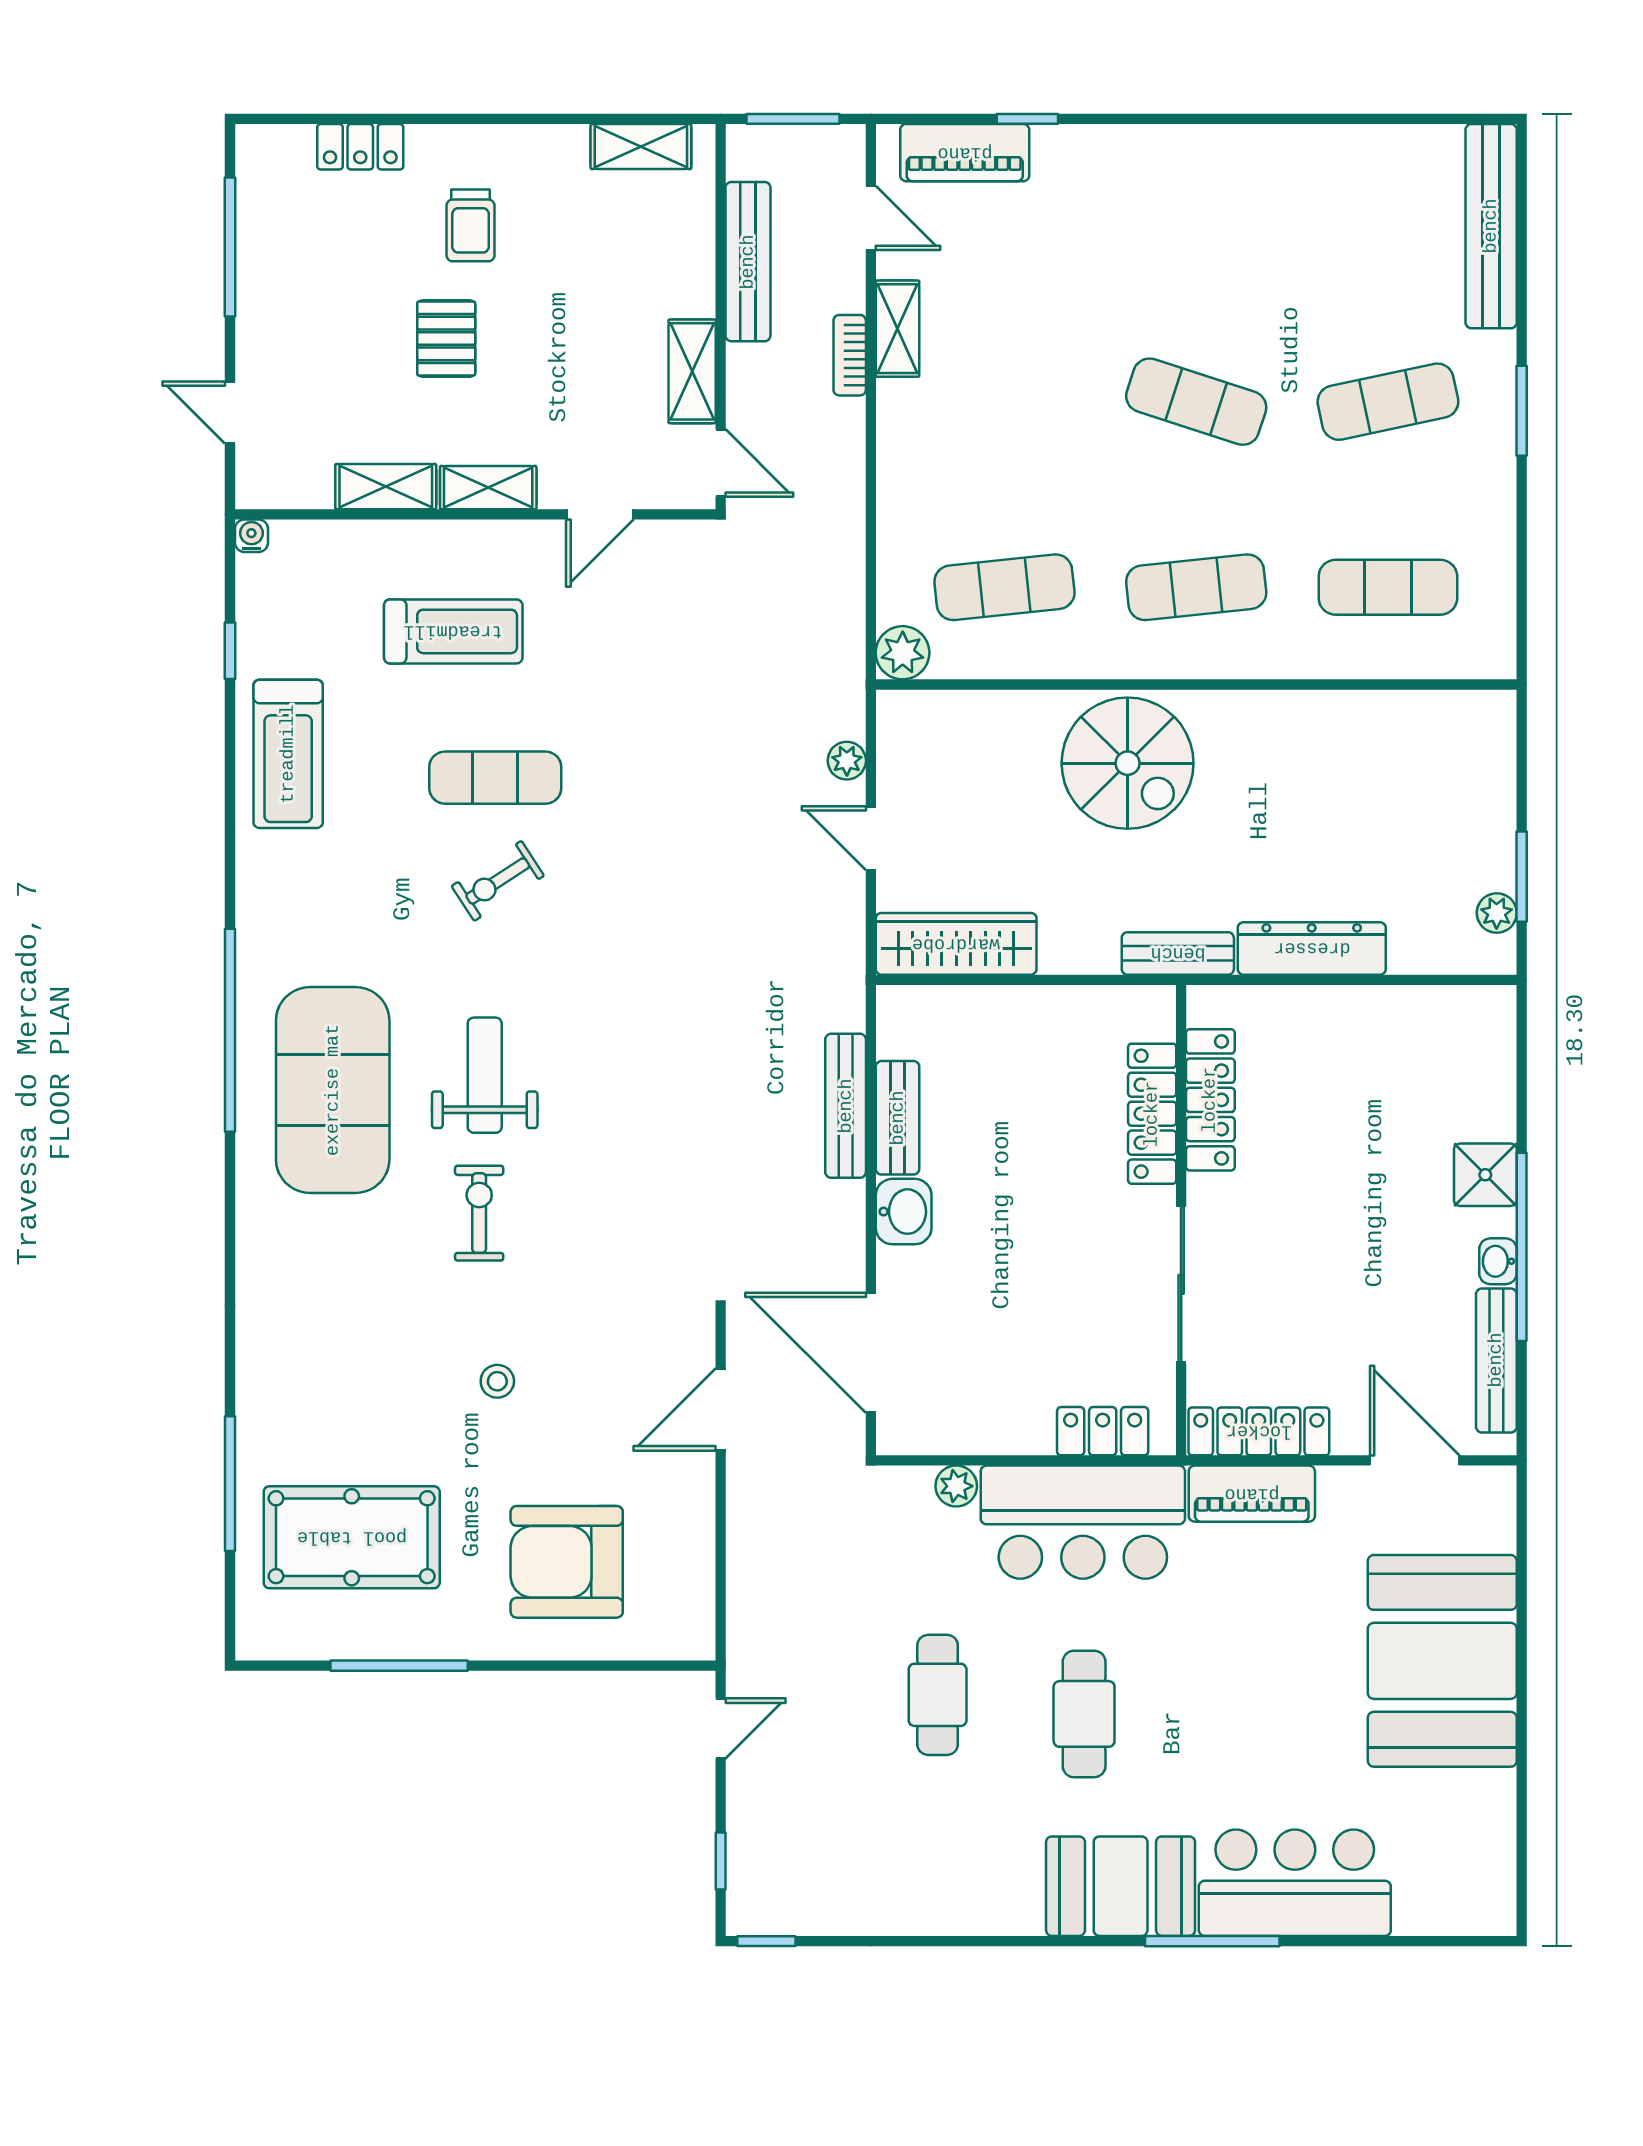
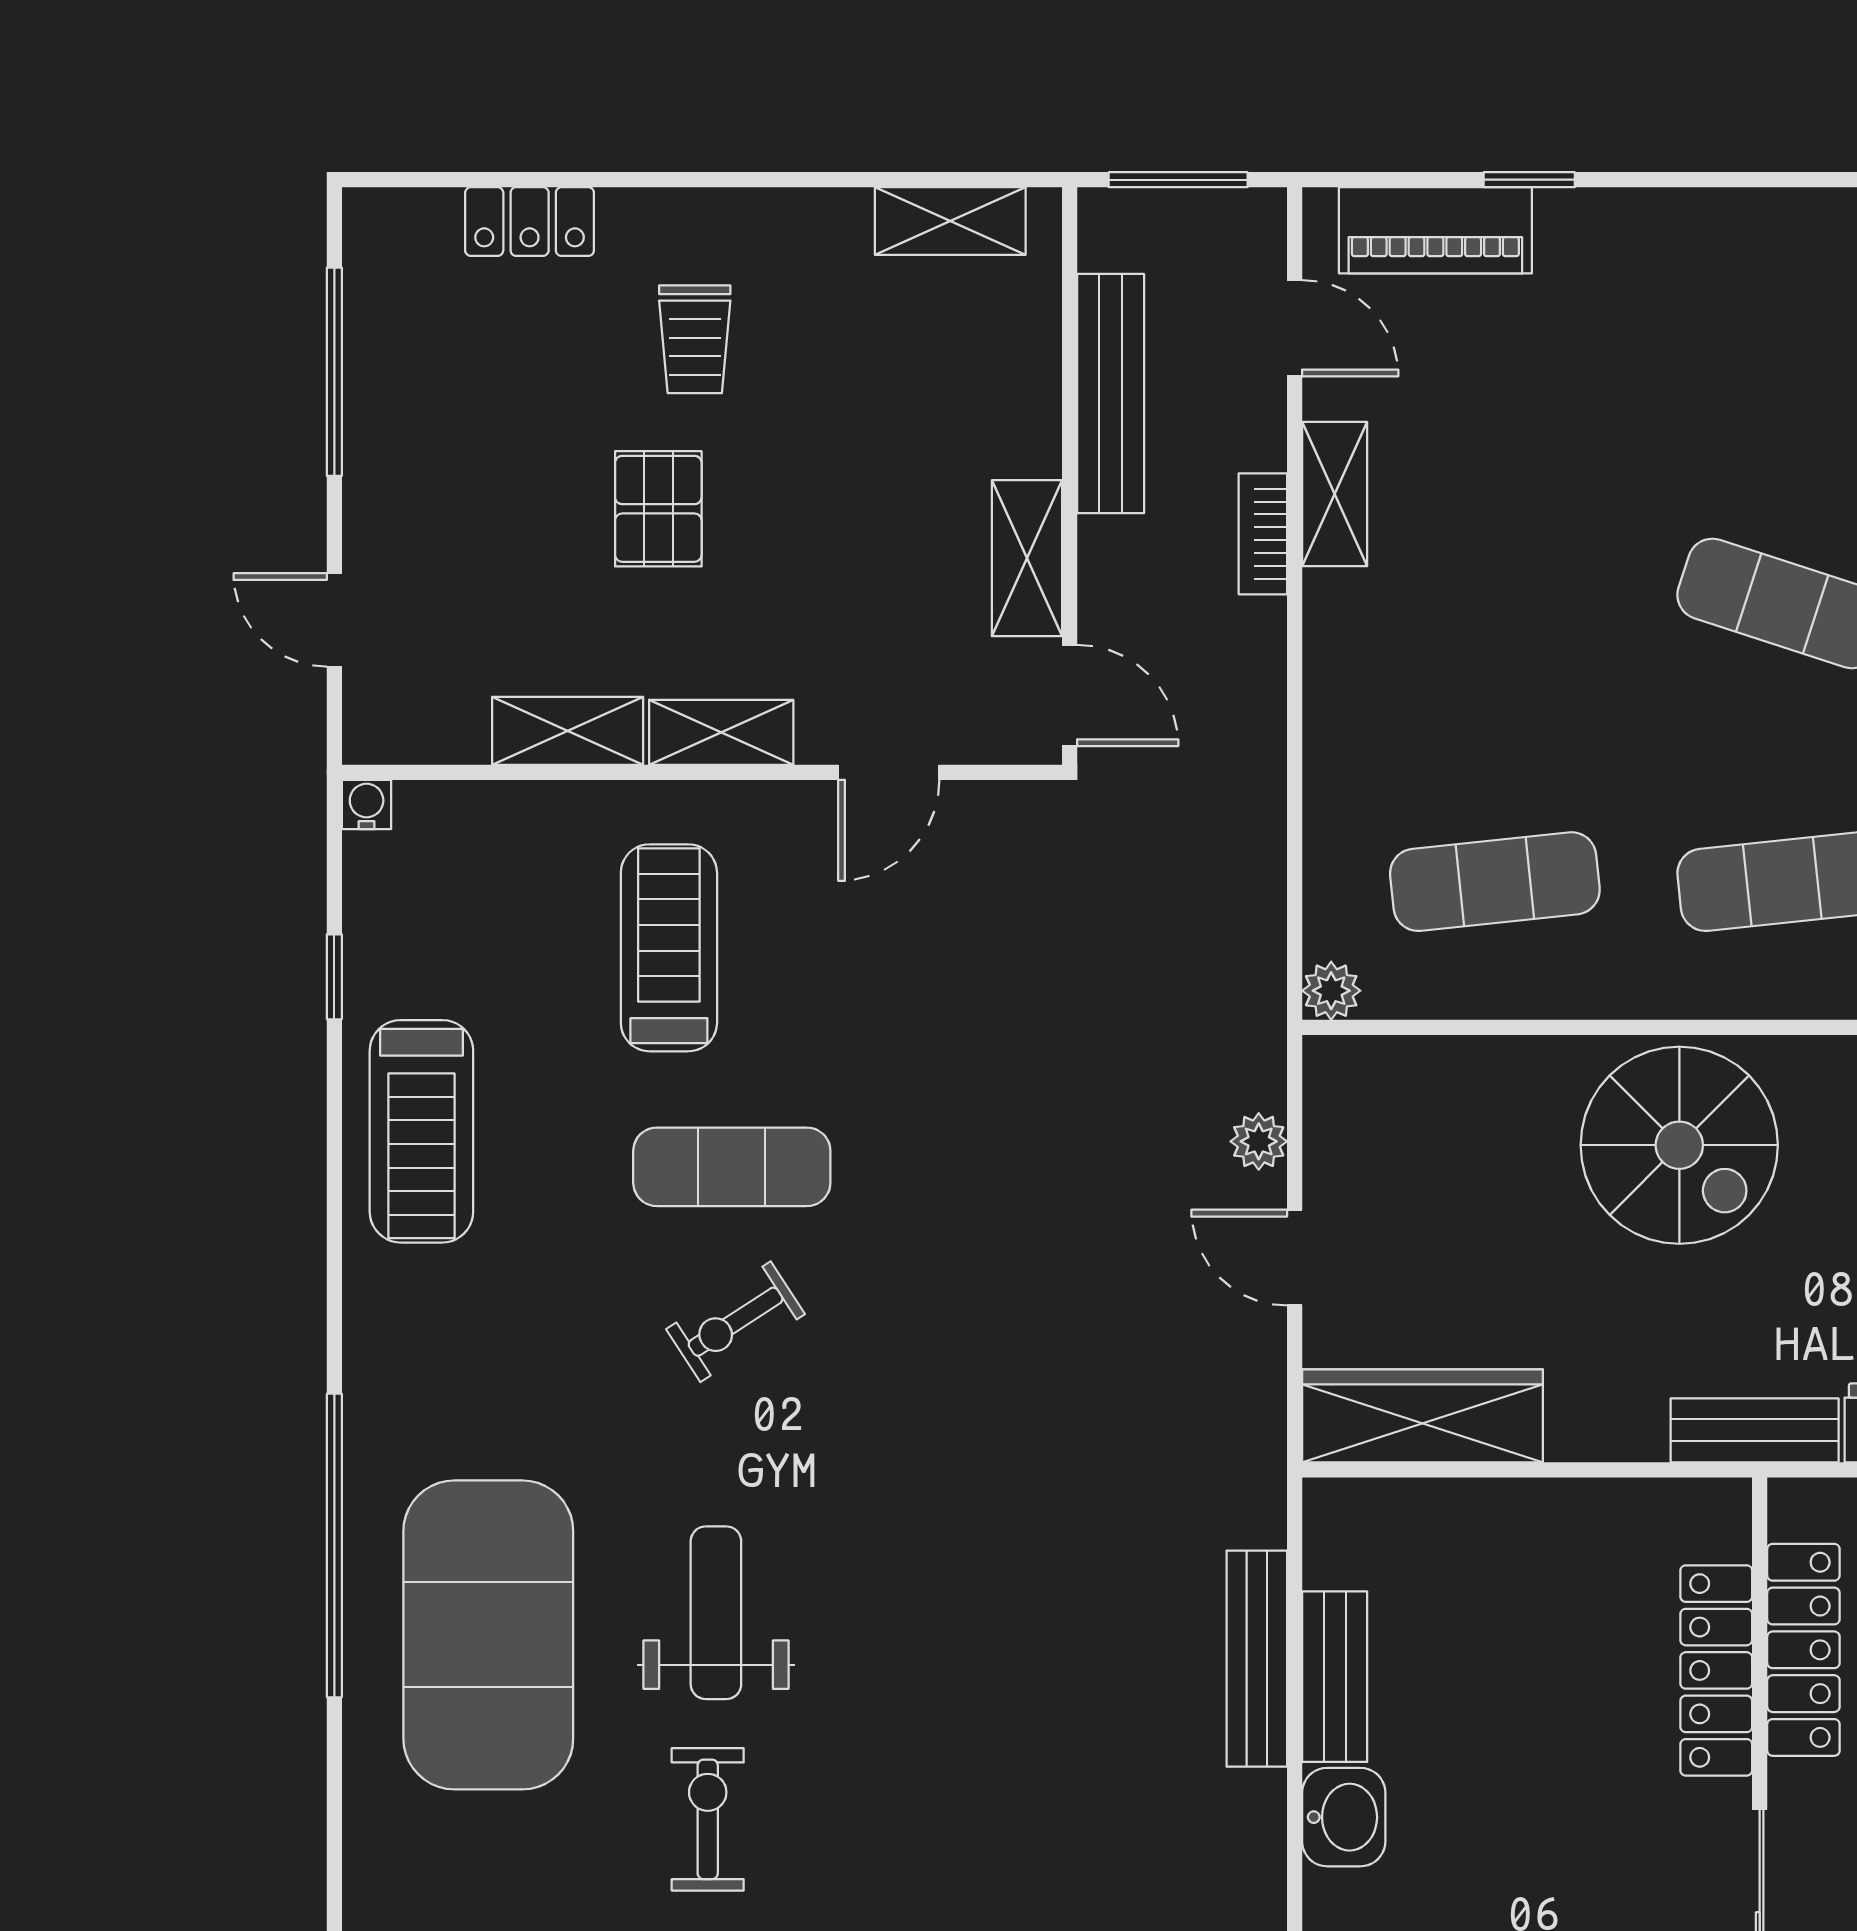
treadmill: (453, 631) -> (669, 948), turned -90
plant: (903, 653) -> (1331, 991), width x0.73, depth x0.73

